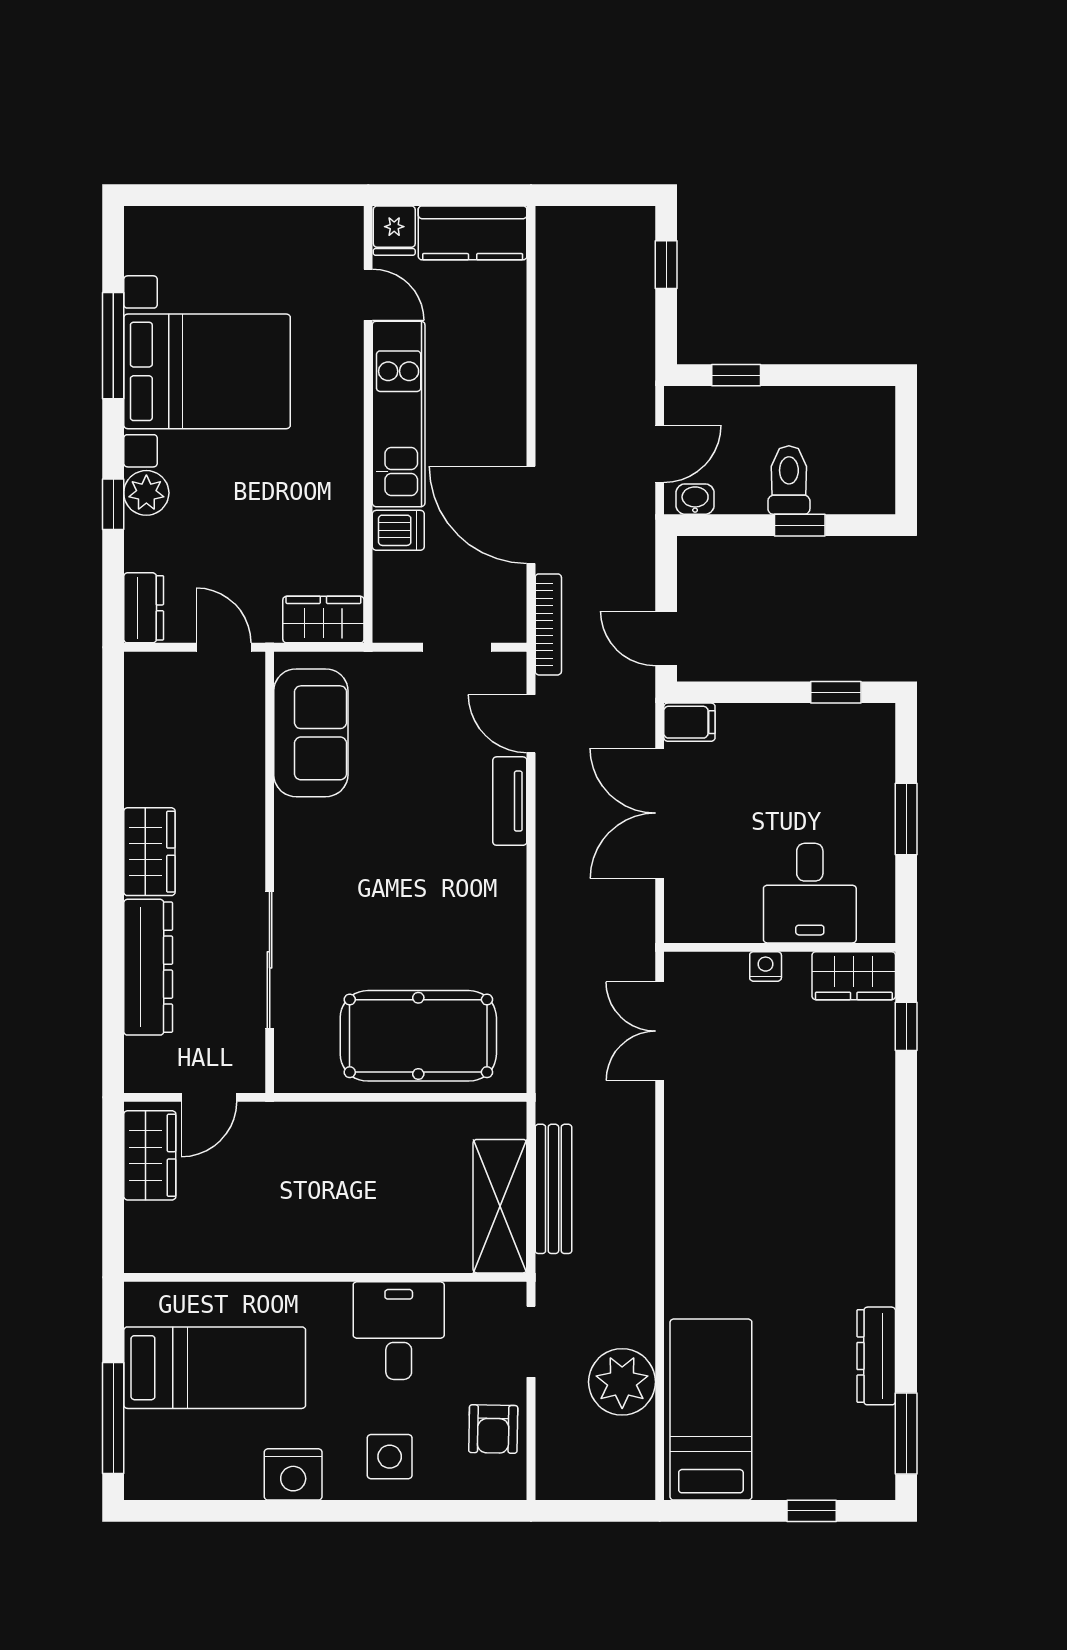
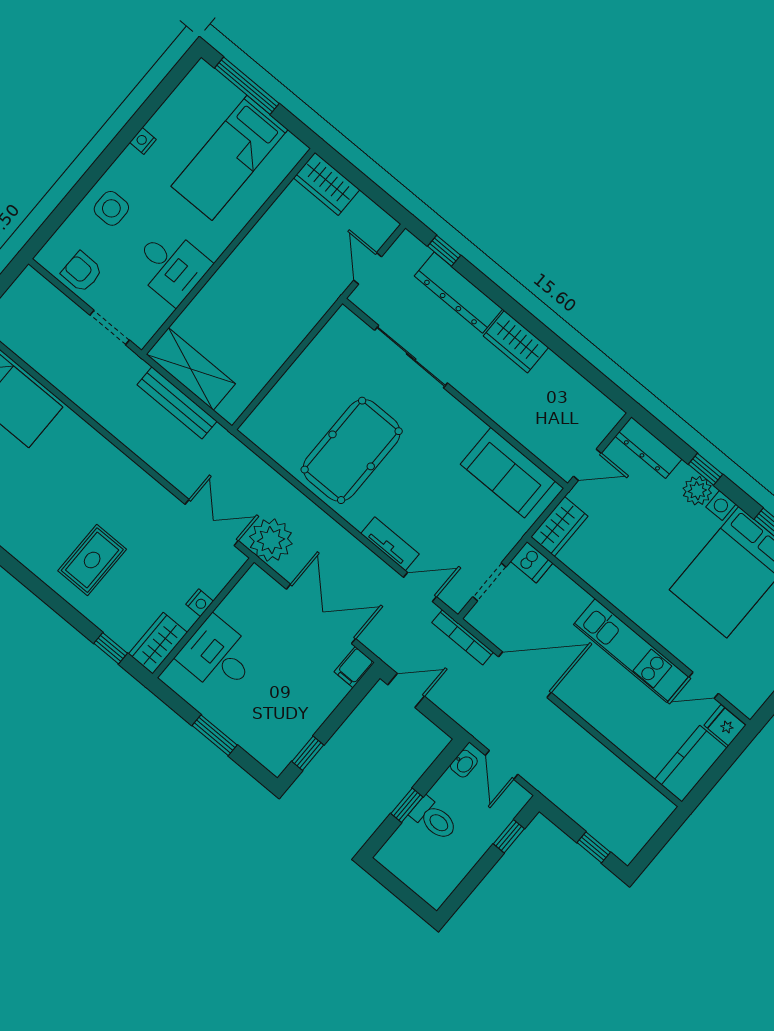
dishwasher: (398, 530) -> (532, 562), moved, turned -90
dresser: (144, 608) -> (648, 448), width x1.44
window: (113, 1025) -> (444, 251), added
pool table: (418, 1036) -> (352, 450), moved
rug: (821, 1134) -> (92, 560), added
wardrobe: (150, 1155) -> (327, 184), moved
plant: (622, 1382) -> (271, 540), moved
nightstand: (293, 1474) -> (143, 141), width x0.53, depth x0.56

